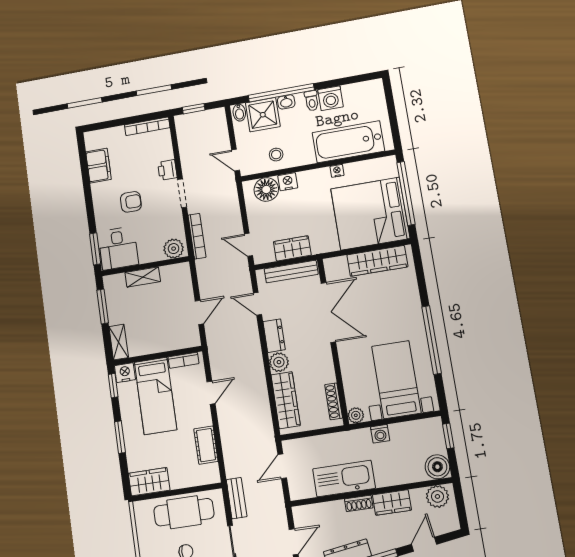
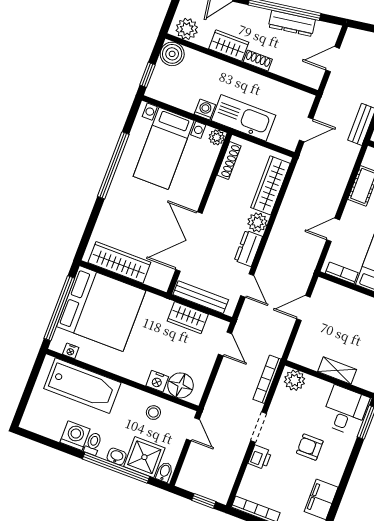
nightstand: (337, 171) -> (71, 351), moved
kitchen sink: (344, 479) -> (244, 118), moved, turned 180

